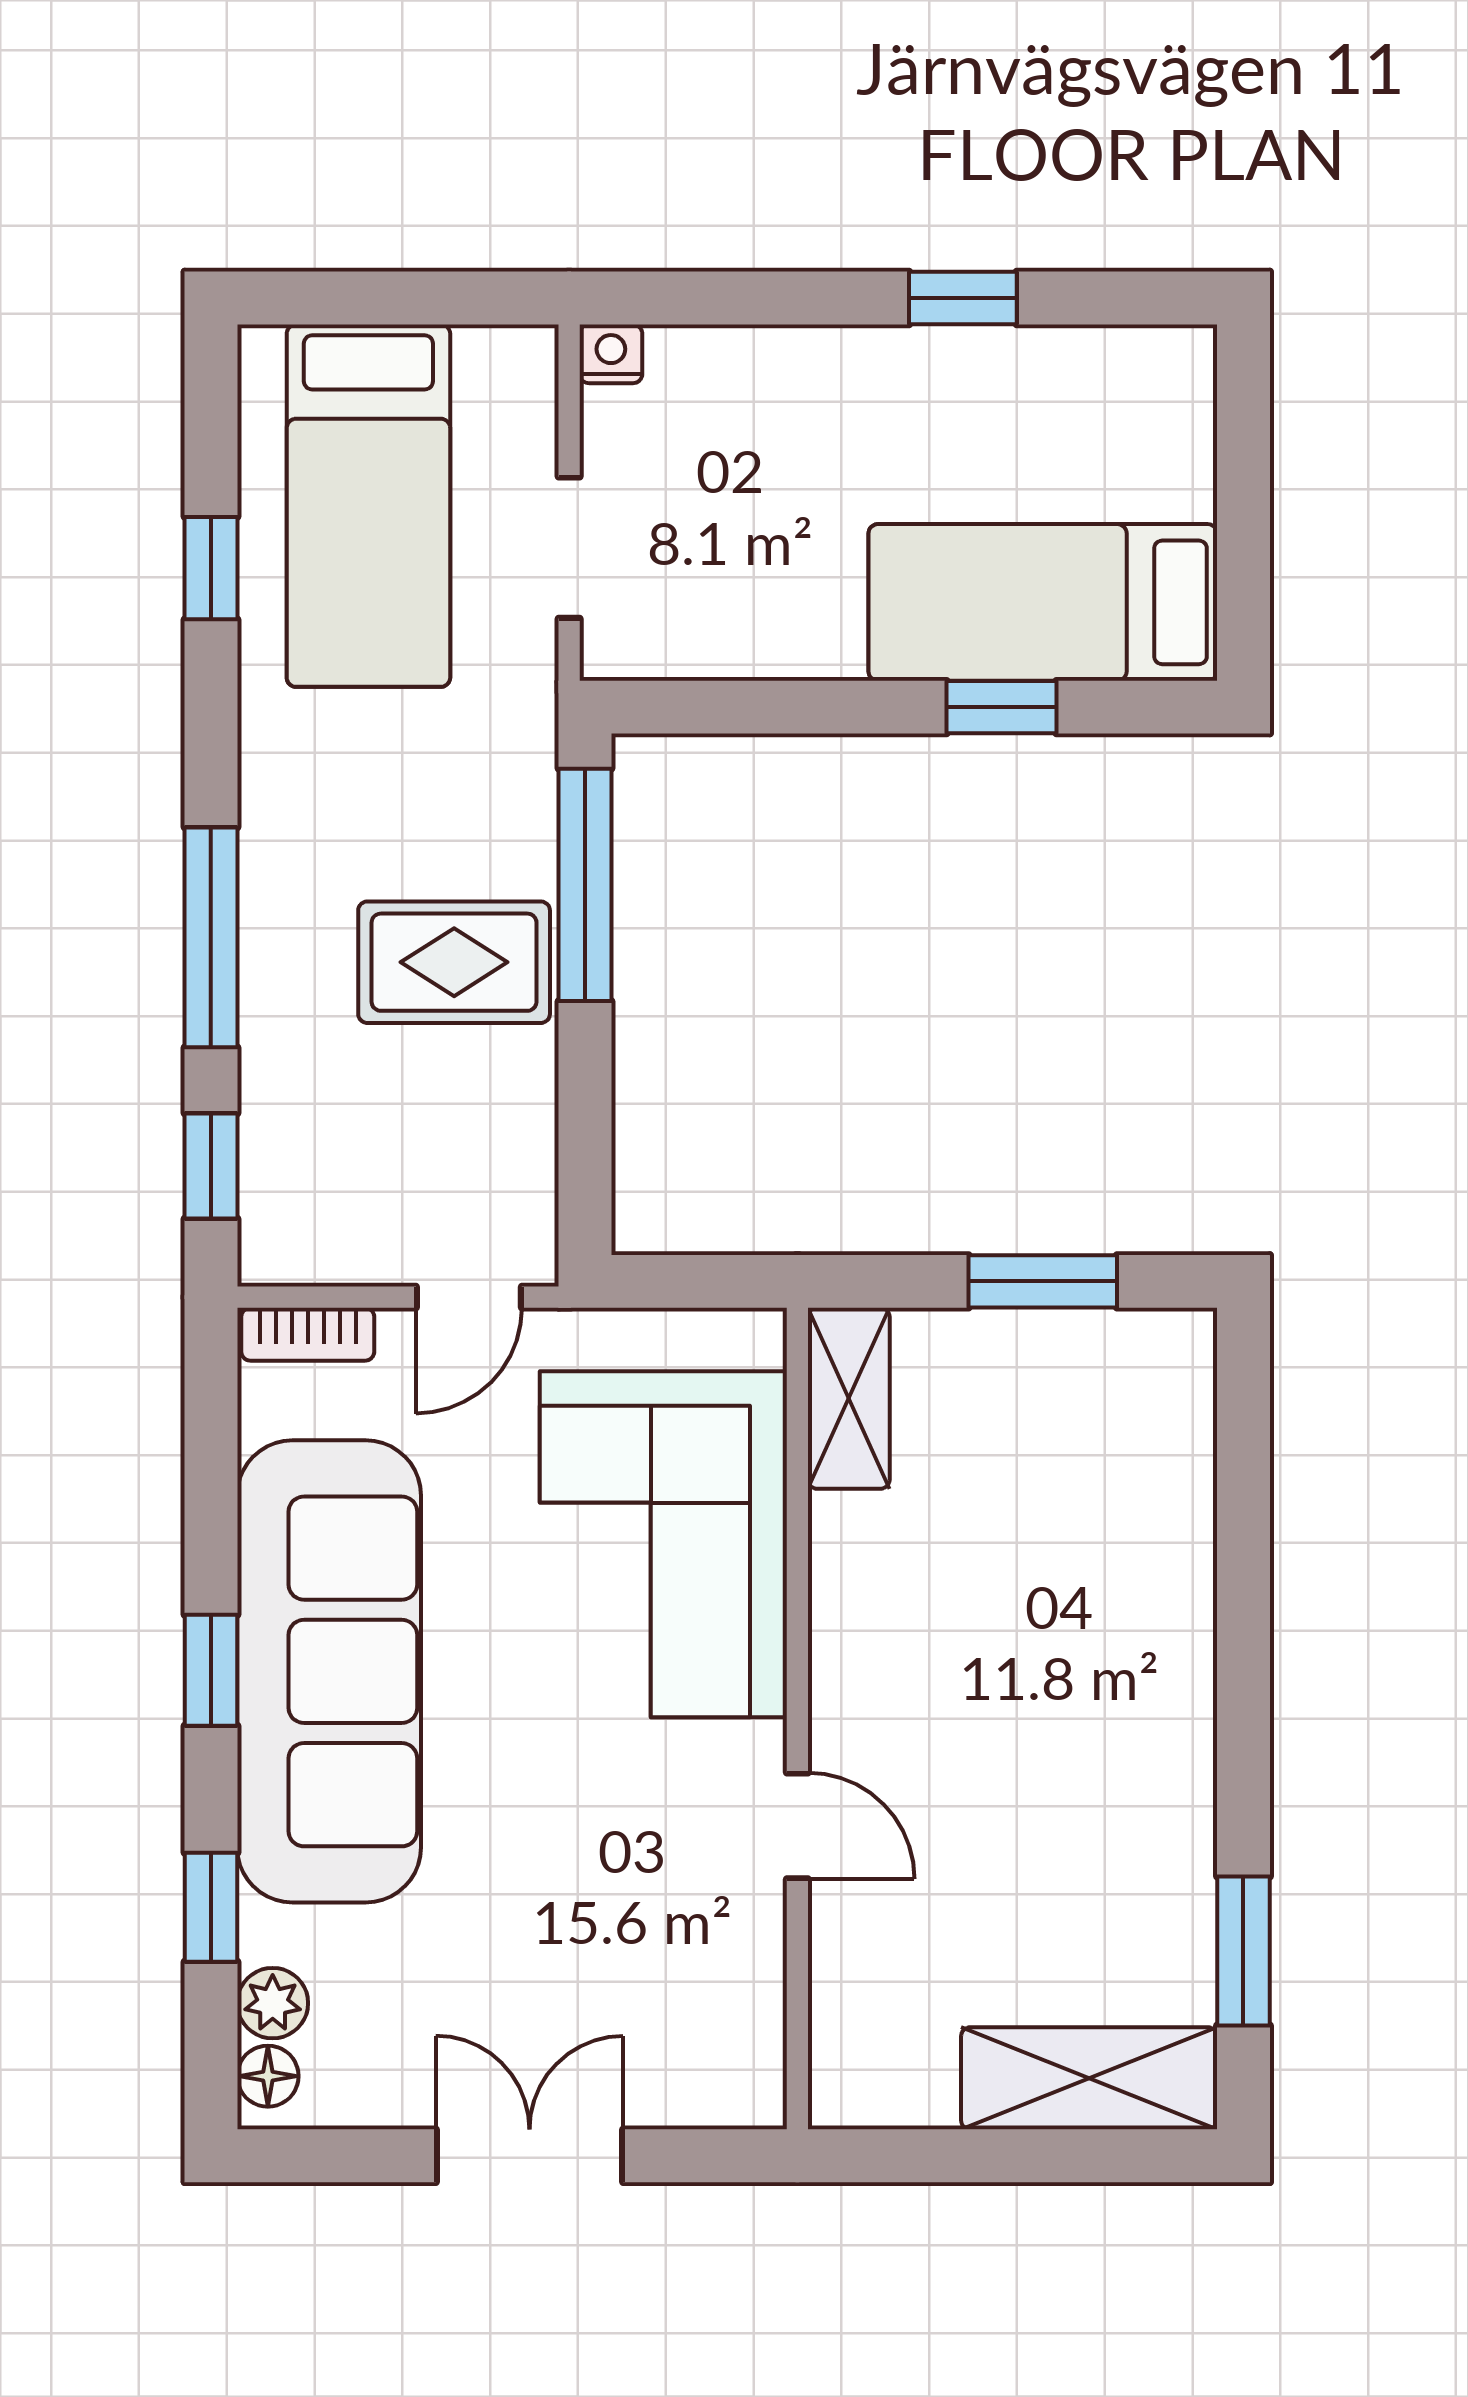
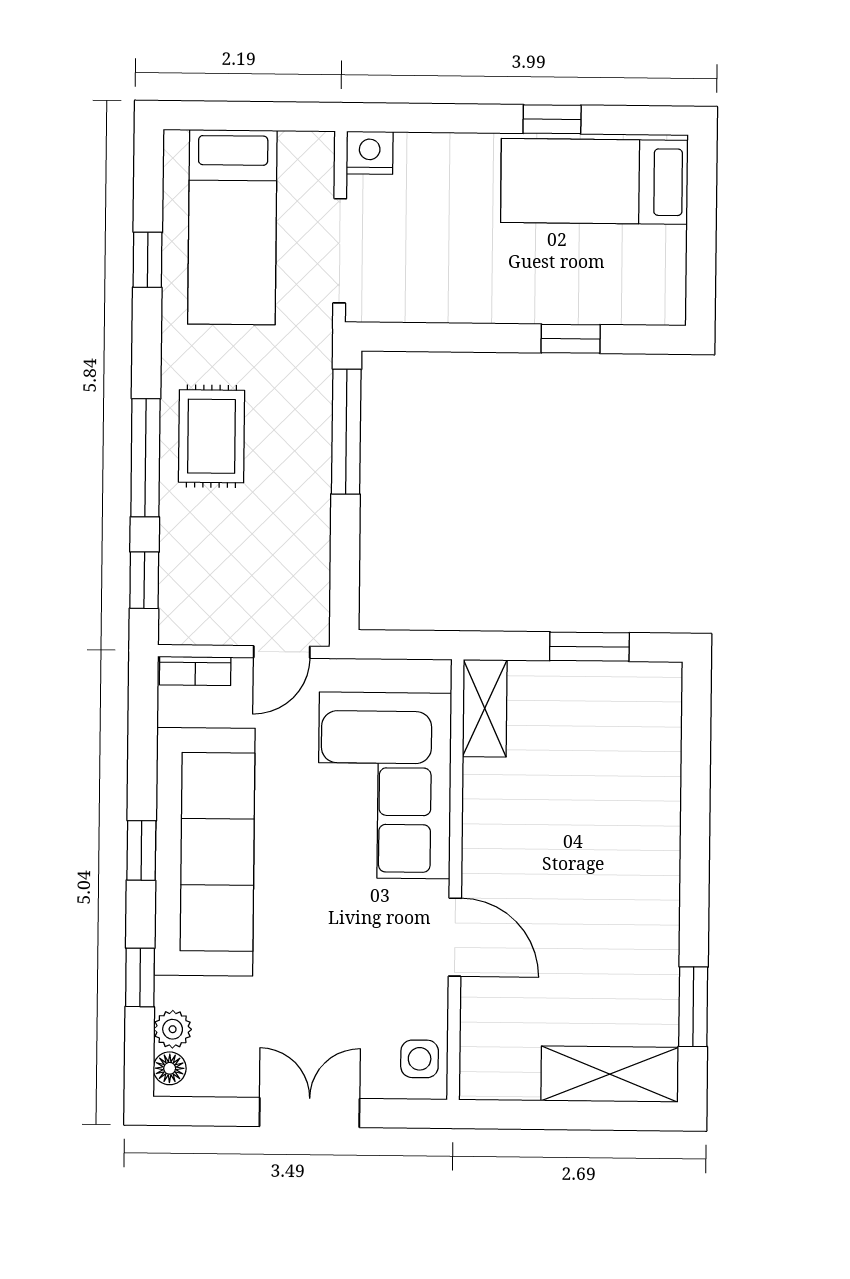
nightstand: (611, 354) -> (370, 153), width x1.39, depth x1.35
doorway: (569, 548) -> (340, 251), width x1.38
bed: (1043, 602) -> (594, 181), moved
rug: (454, 962) -> (211, 436), moved, turned 90
door: (797, 1826) -> (455, 937), width x1.38
side table: (734, 2054) -> (420, 1059), added

